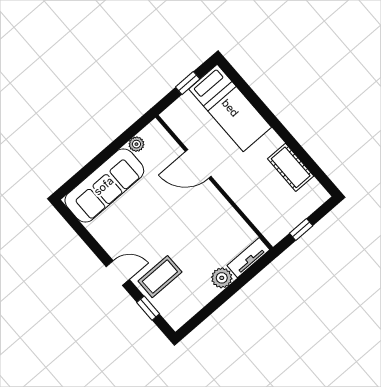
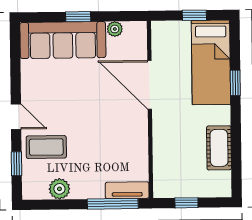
window: (261, 108) -> (235, 83), added
window: (101, 158) -> (78, 17), added
door: (198, 164) -> (150, 85), width x1.36
window: (246, 277) -> (113, 204), added
plant: (222, 278) -> (59, 189), moved

